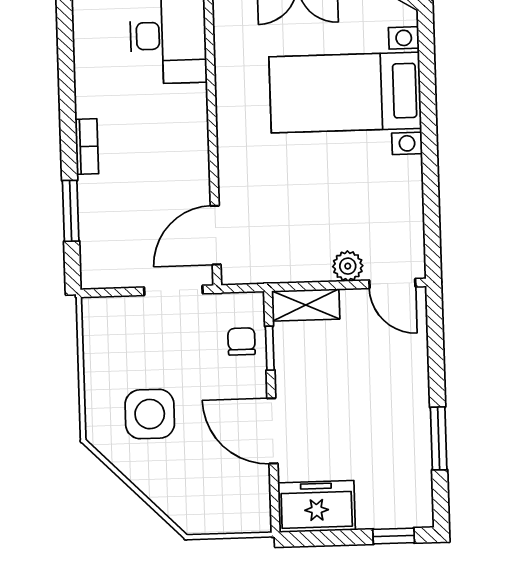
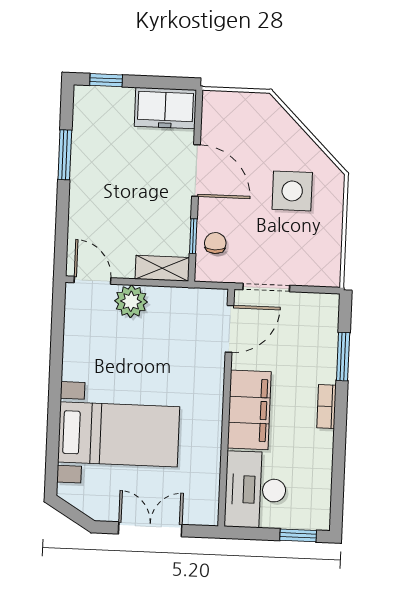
filing cabinet: (183, 135) -> (249, 410), added
plant: (348, 266) -> (131, 301), width x1.38, depth x1.38
chair: (242, 342) -> (215, 243), turned 180

